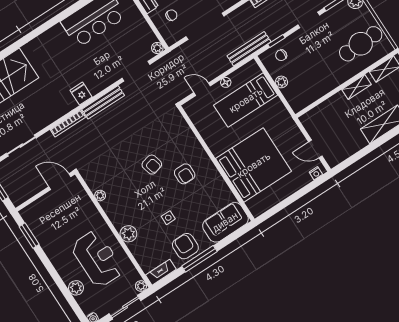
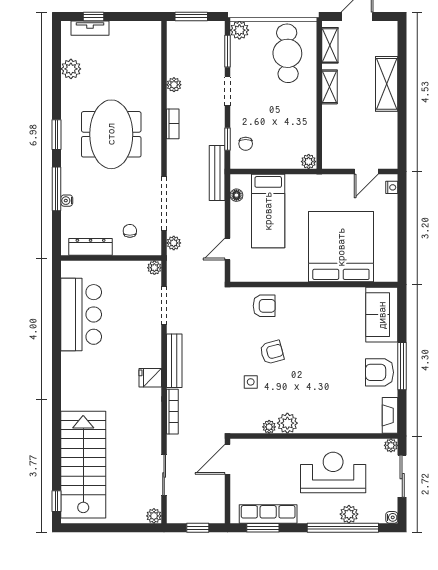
plant: (182, 50) -> (174, 243), added
floor lamp: (226, 82) -> (236, 195), moved
plant: (281, 82) -> (309, 162), moved
armchair: (185, 174) -> (264, 306), moved
side table: (168, 218) -> (251, 382), moved
row of seats: (41, 233) -> (268, 514), added
plant: (128, 234) -> (287, 423), moved
window: (64, 290) -> (343, 528), added

